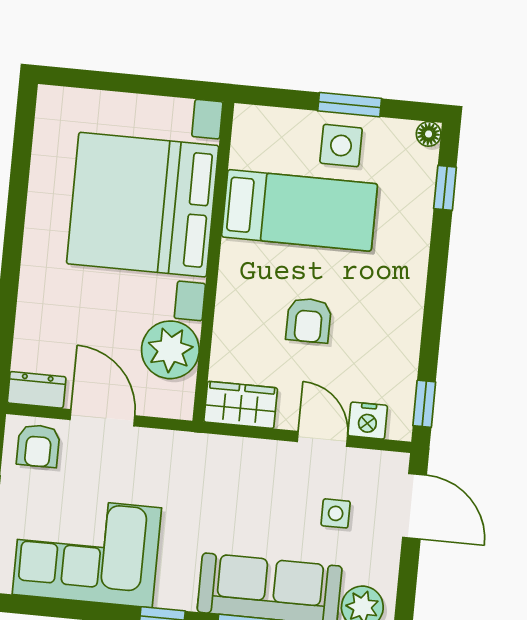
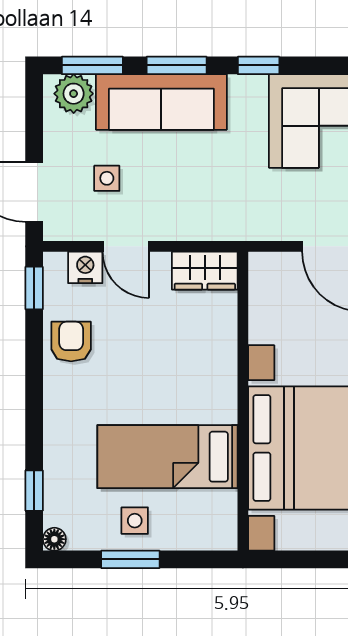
side table: (341, 146) -> (135, 521), width x0.73, depth x0.73
armchair: (309, 320) -> (71, 342), moved
plant: (170, 350) -> (275, 316), removed

